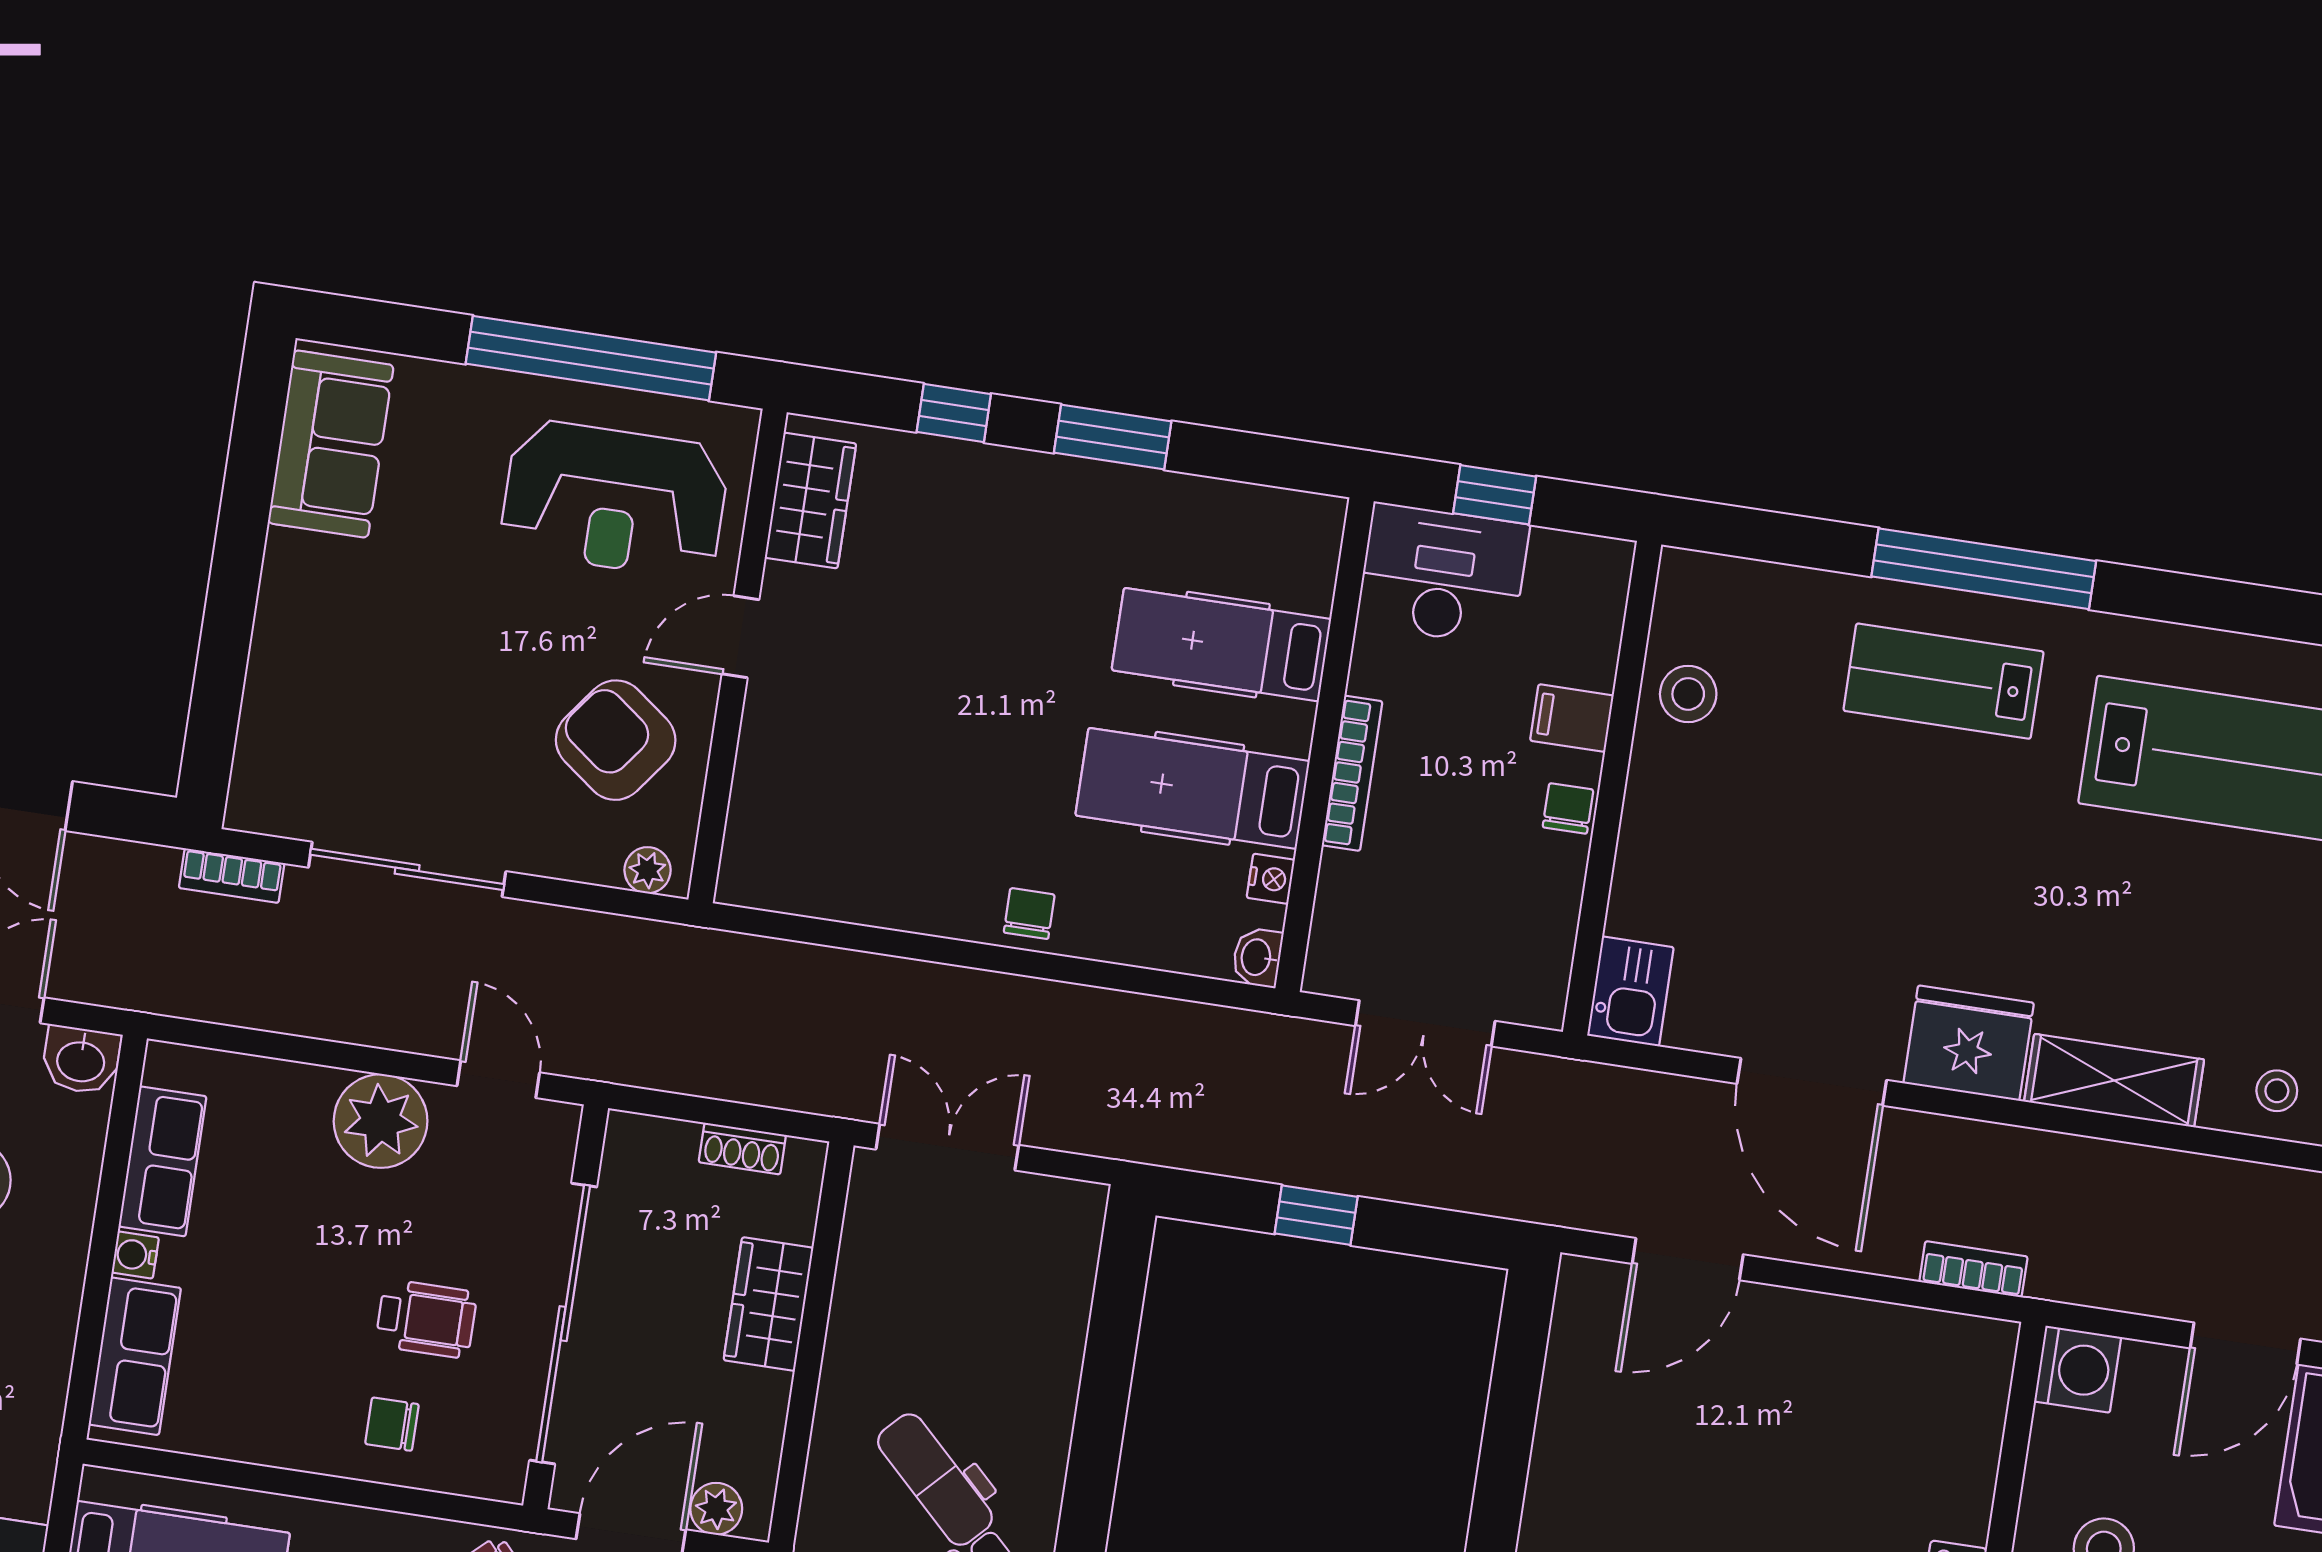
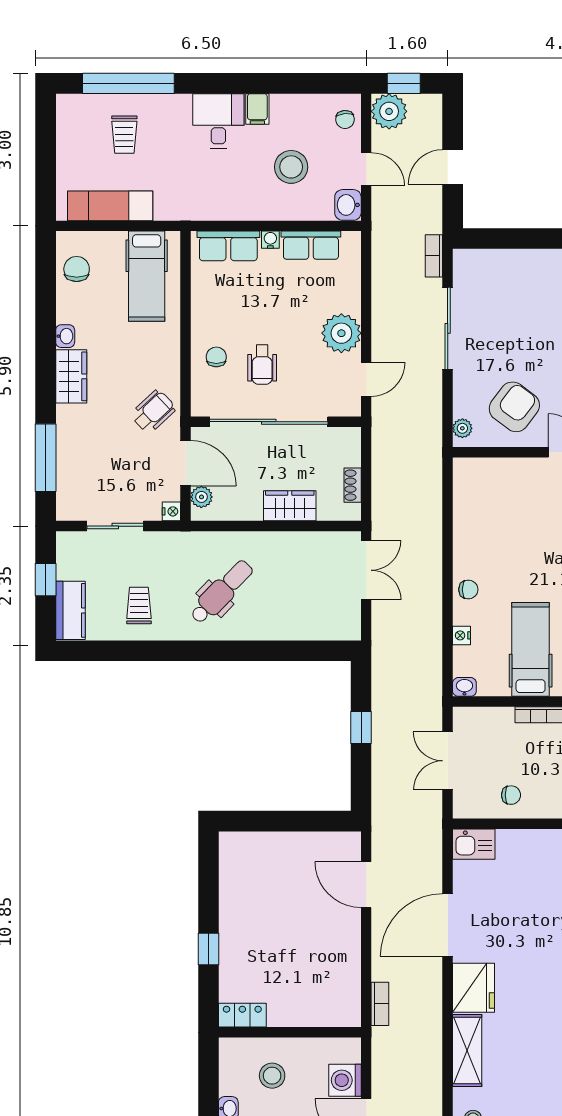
chair: (1568, 808) -> (511, 795), moved
nightstand: (1271, 879) -> (462, 635), moved, turned 90
washing machine: (2078, 1369) -> (345, 1080), moved, turned 90

